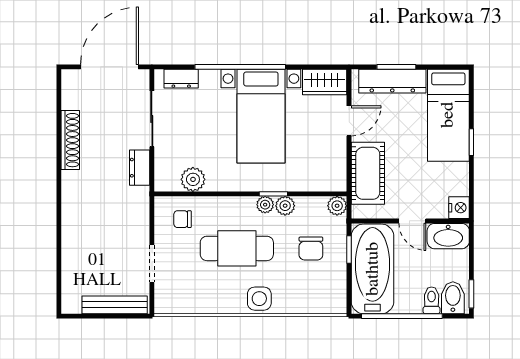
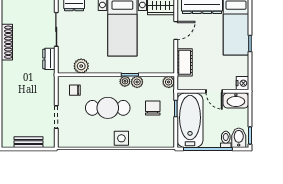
cot: (368, 173) -> (185, 62), width x0.73, depth x0.75
chair: (311, 249) -> (153, 108), turned 180
bench: (115, 305) -> (28, 142), width x0.73

